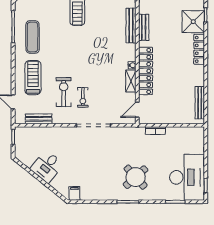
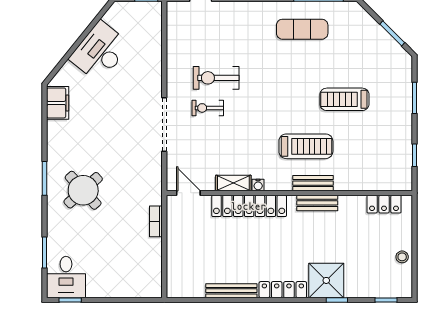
bench: (131, 25) -> (313, 183), width x0.73
treadmill: (33, 78) -> (306, 146), moved
exercise bike: (64, 92) -> (216, 78), turned 180
bench: (200, 103) -> (231, 291), moved
bench: (39, 119) -> (174, 39), removed
desk: (47, 166) -> (100, 52), width x1.37
desk: (187, 177) -> (66, 277), width x0.53, depth x0.77
filing cabinet: (74, 193) -> (58, 103), width x2.00

